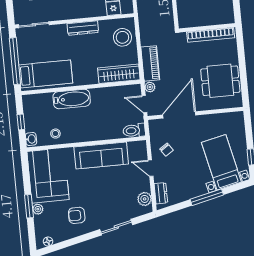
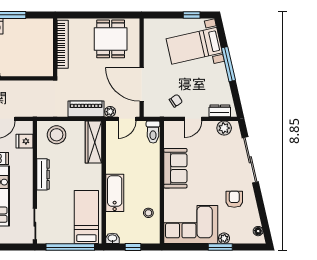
washbasin: (31, 139) -> (112, 238), moved
sofa: (101, 155) -> (175, 168), width x0.73
armchair: (77, 215) -> (234, 199), turned 180
sliding door: (116, 227) -> (250, 160), width x1.37

